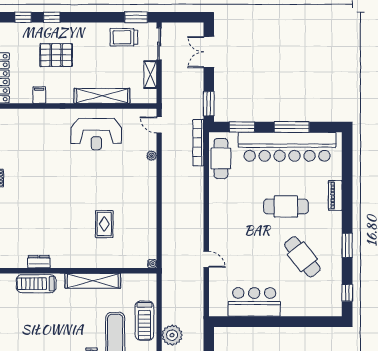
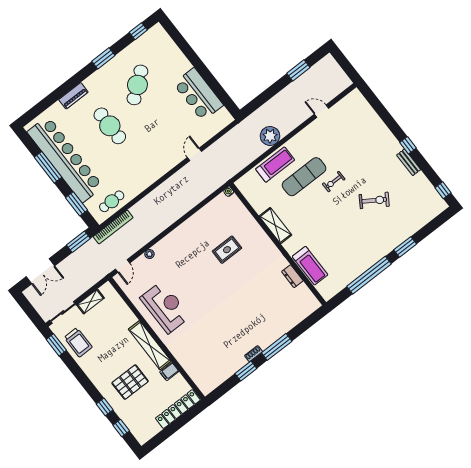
pallet: (56, 55) -> (130, 382), turned 90
shelving: (102, 96) -> (150, 345), moved
cafe table: (221, 158) -> (112, 201), width x0.73, depth x0.74
shelving: (93, 281) -> (275, 226), width x0.68

